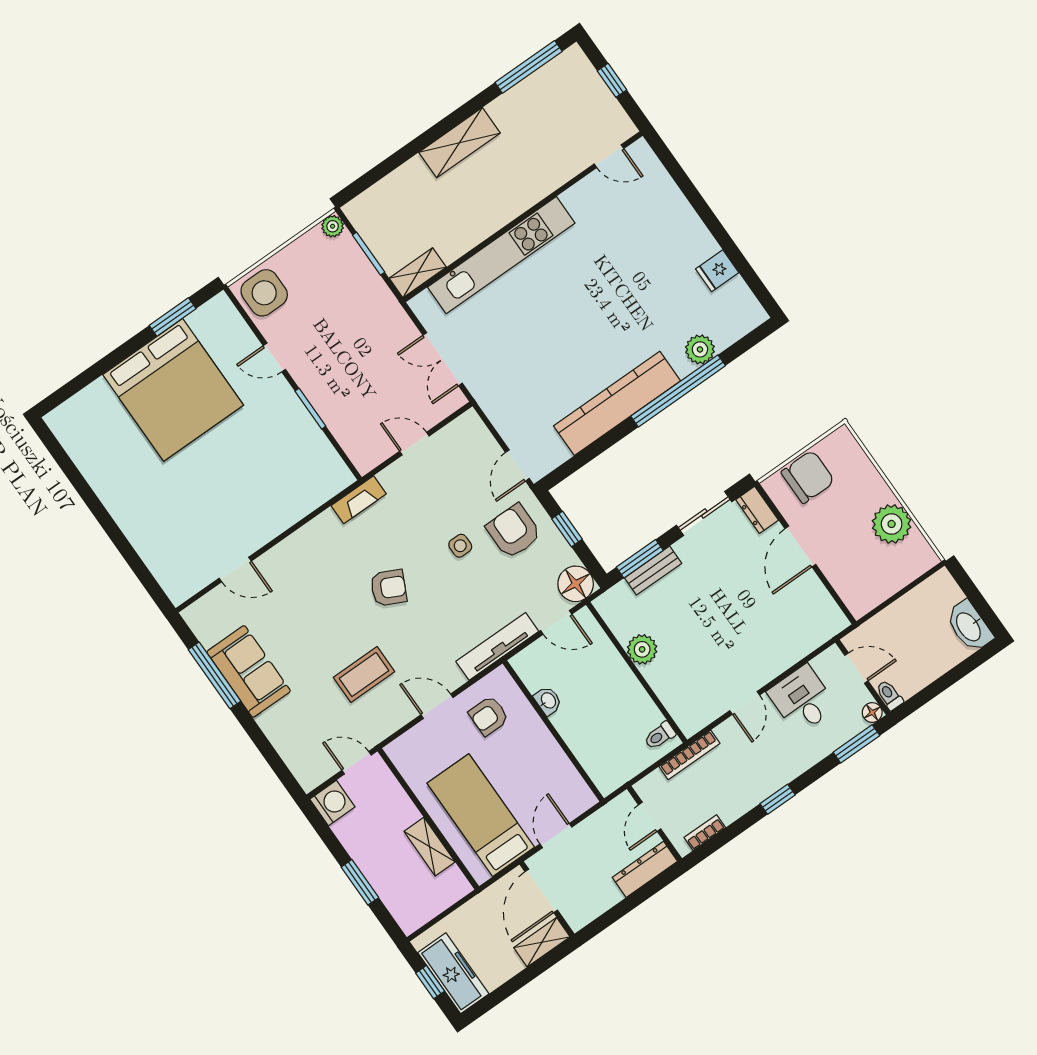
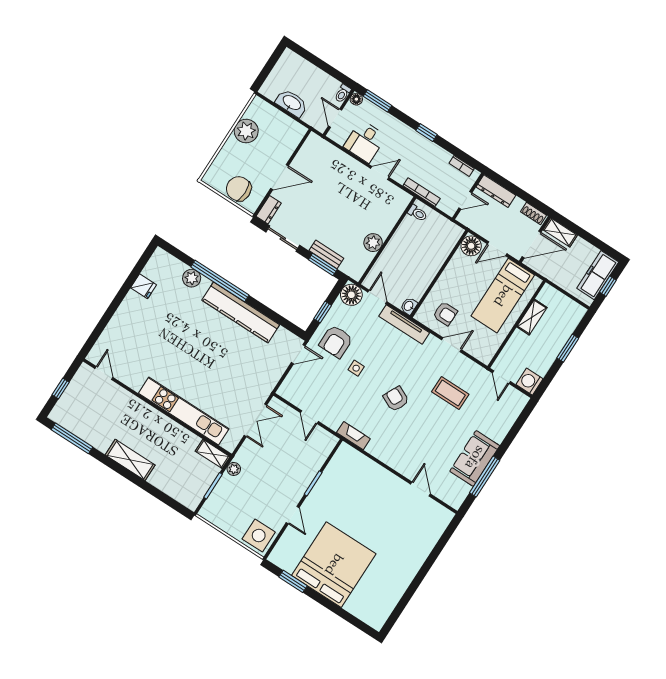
plant: (333, 226) -> (234, 469), moved
washbasin: (969, 626) -> (292, 103), moved, turned -90
washbasin: (548, 701) -> (409, 306), moved
door: (437, 706) -> (451, 345), swing flipped
floor lamp: (576, 797) -> (471, 246), added
shoe rack: (587, 913) -> (533, 214), added

